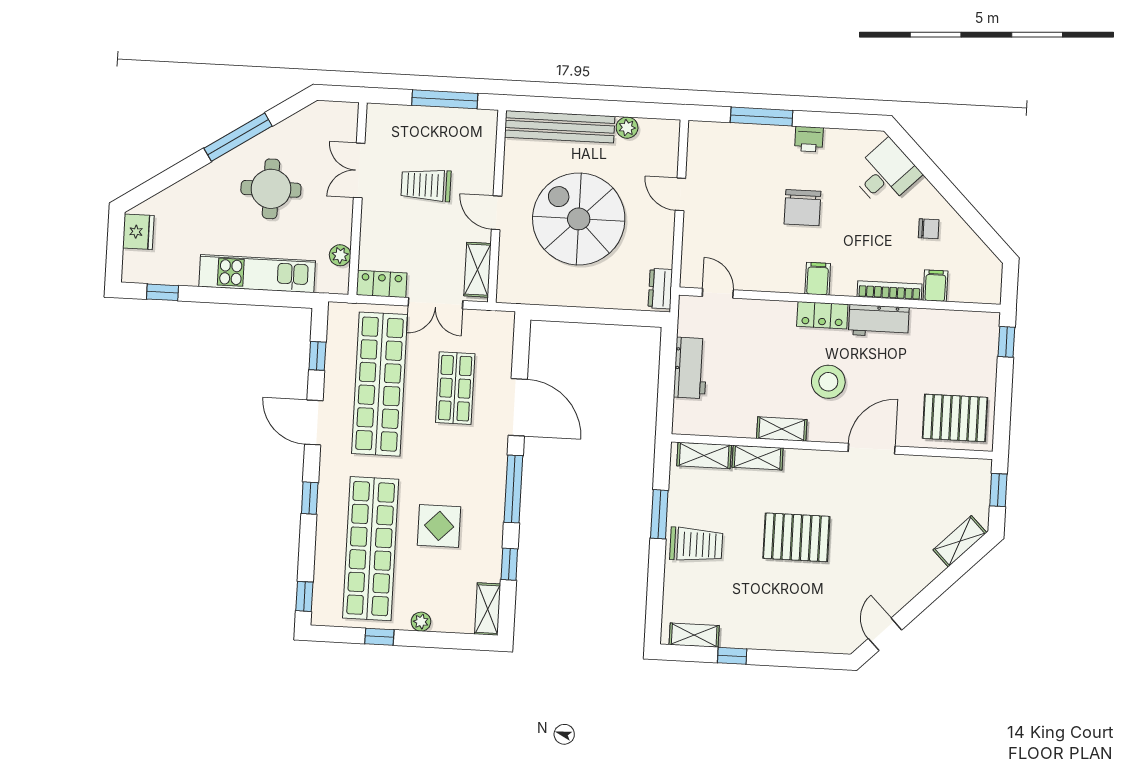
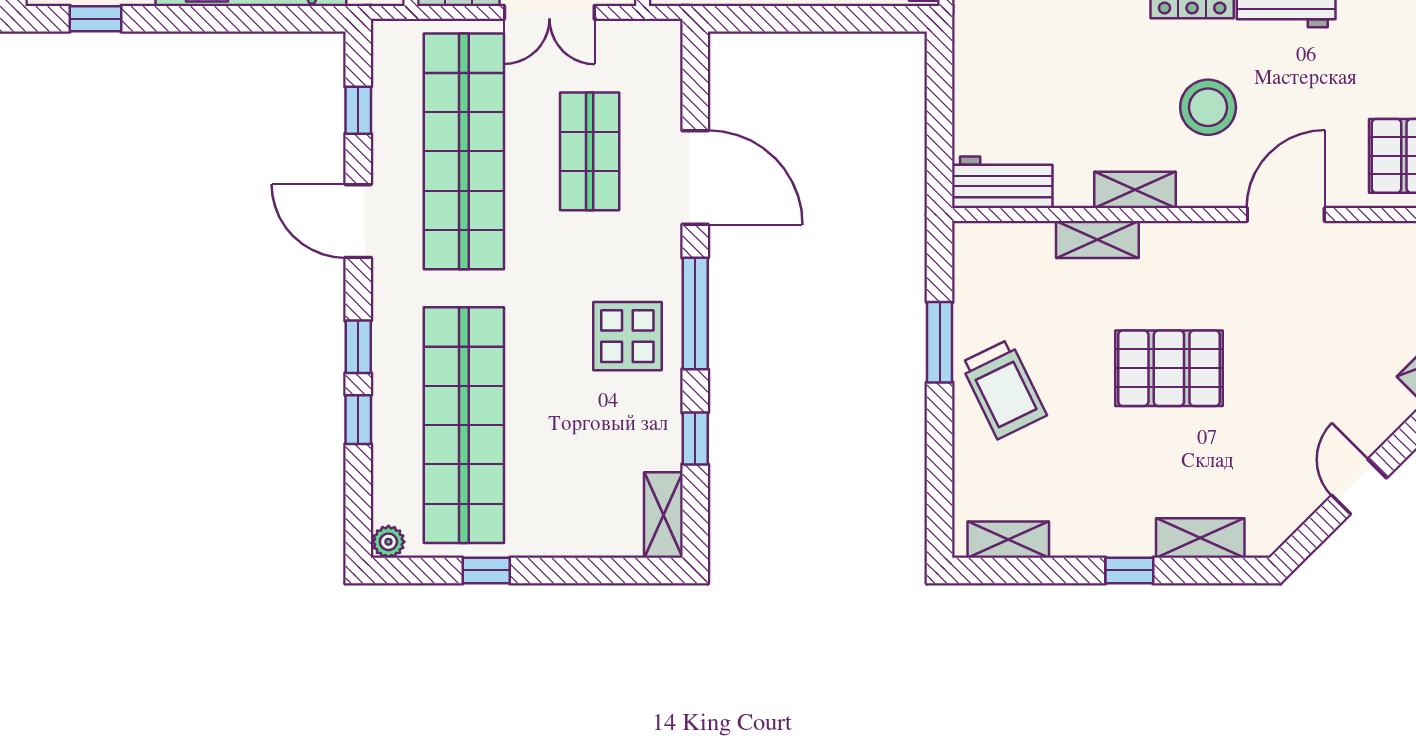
workbench: (690, 368) -> (1002, 182), moved, turned -90
shelving: (704, 455) -> (1200, 538), moved
display table: (439, 526) -> (627, 336), moved
trolley: (696, 545) -> (1004, 389), turned 64
window: (304, 596) -> (358, 420), moved
plant: (421, 622) -> (388, 542), moved
door: (885, 634) -> (1359, 487), moved
window: (732, 656) -> (1129, 570), moved

